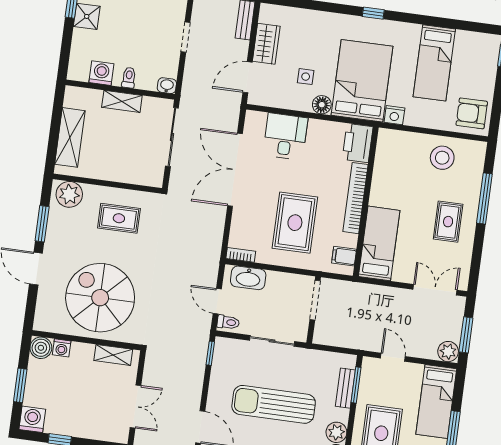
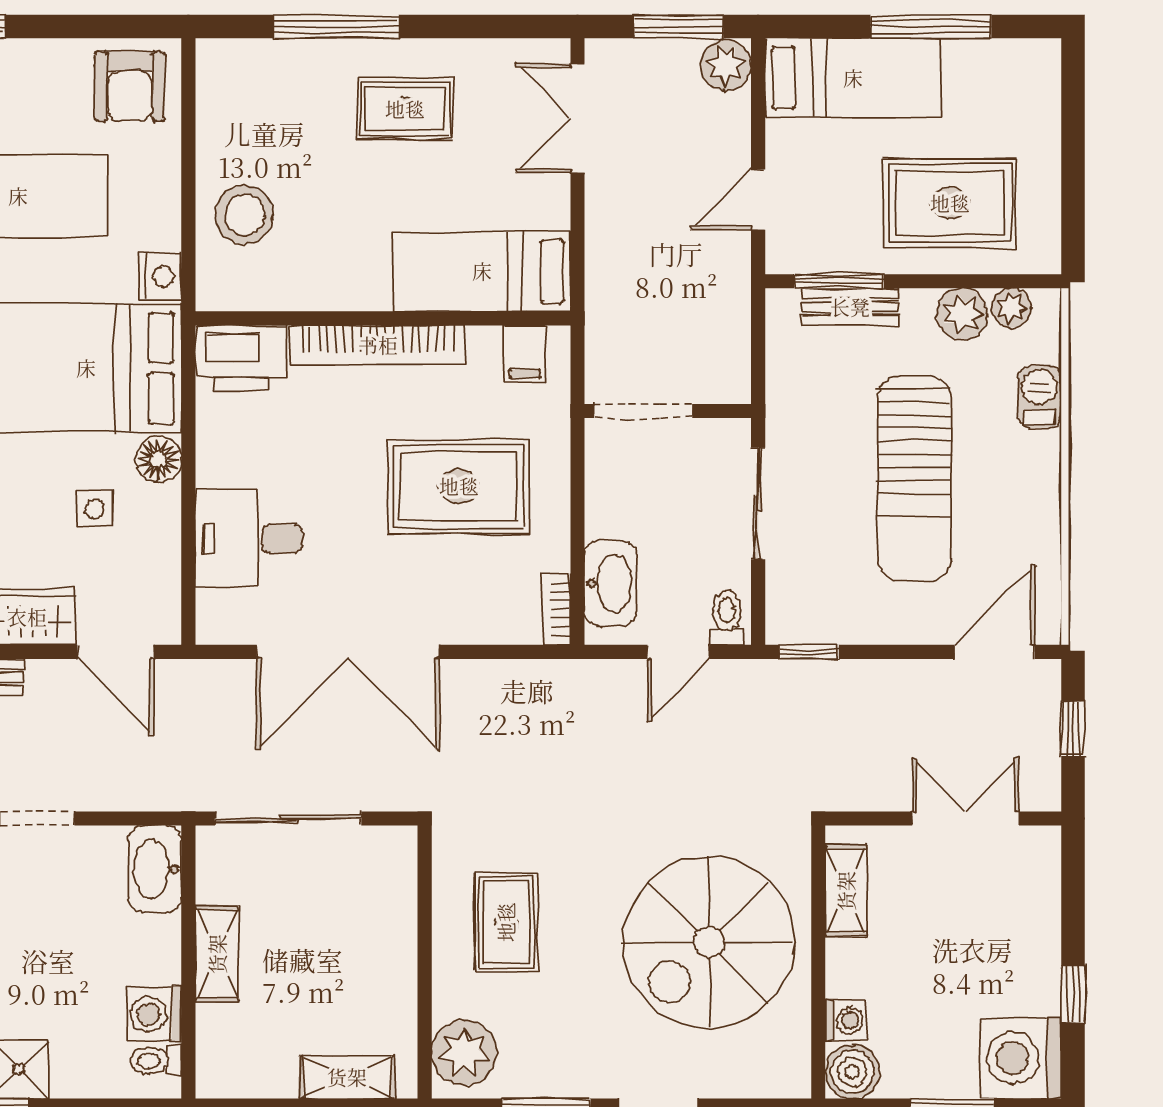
toilet: (129, 78) -> (156, 1061), moved
washbasin: (167, 86) -> (155, 869), width x1.91, depth x1.45
shelving: (70, 137) -> (347, 1077), width x0.67, depth x0.75
stool: (442, 158) -> (244, 215), moved
washing machine: (32, 419) -> (1021, 1058), width x1.37, depth x1.37

